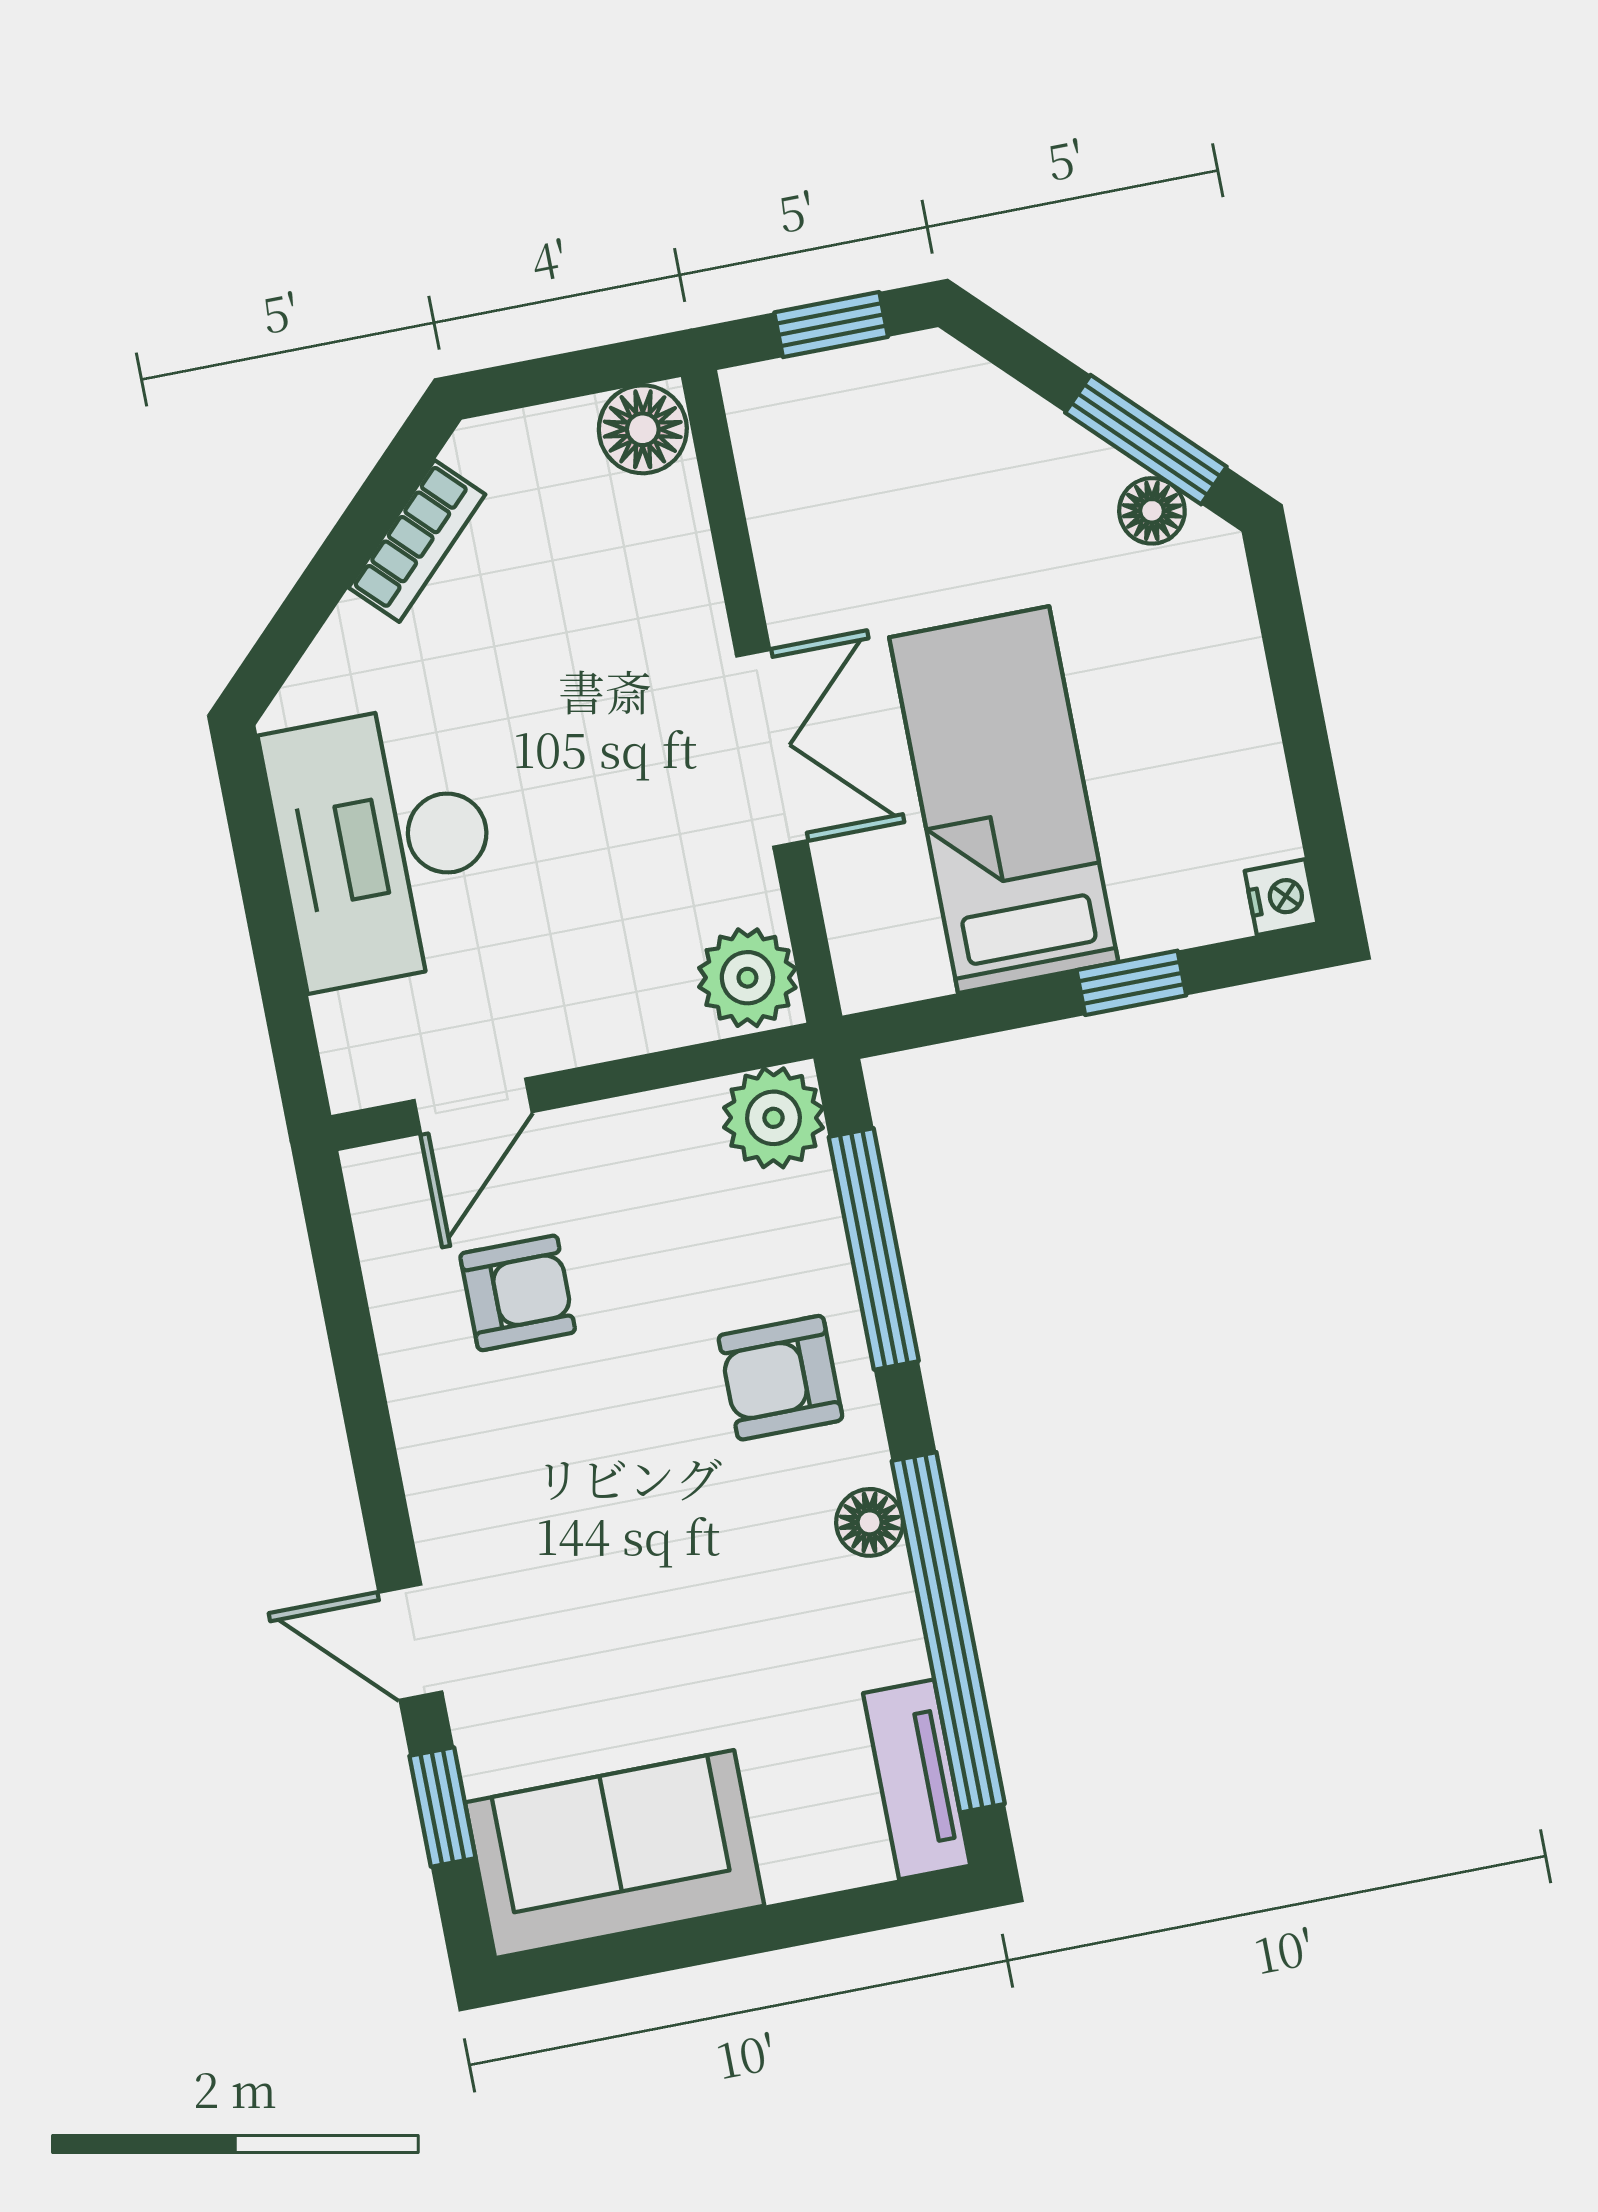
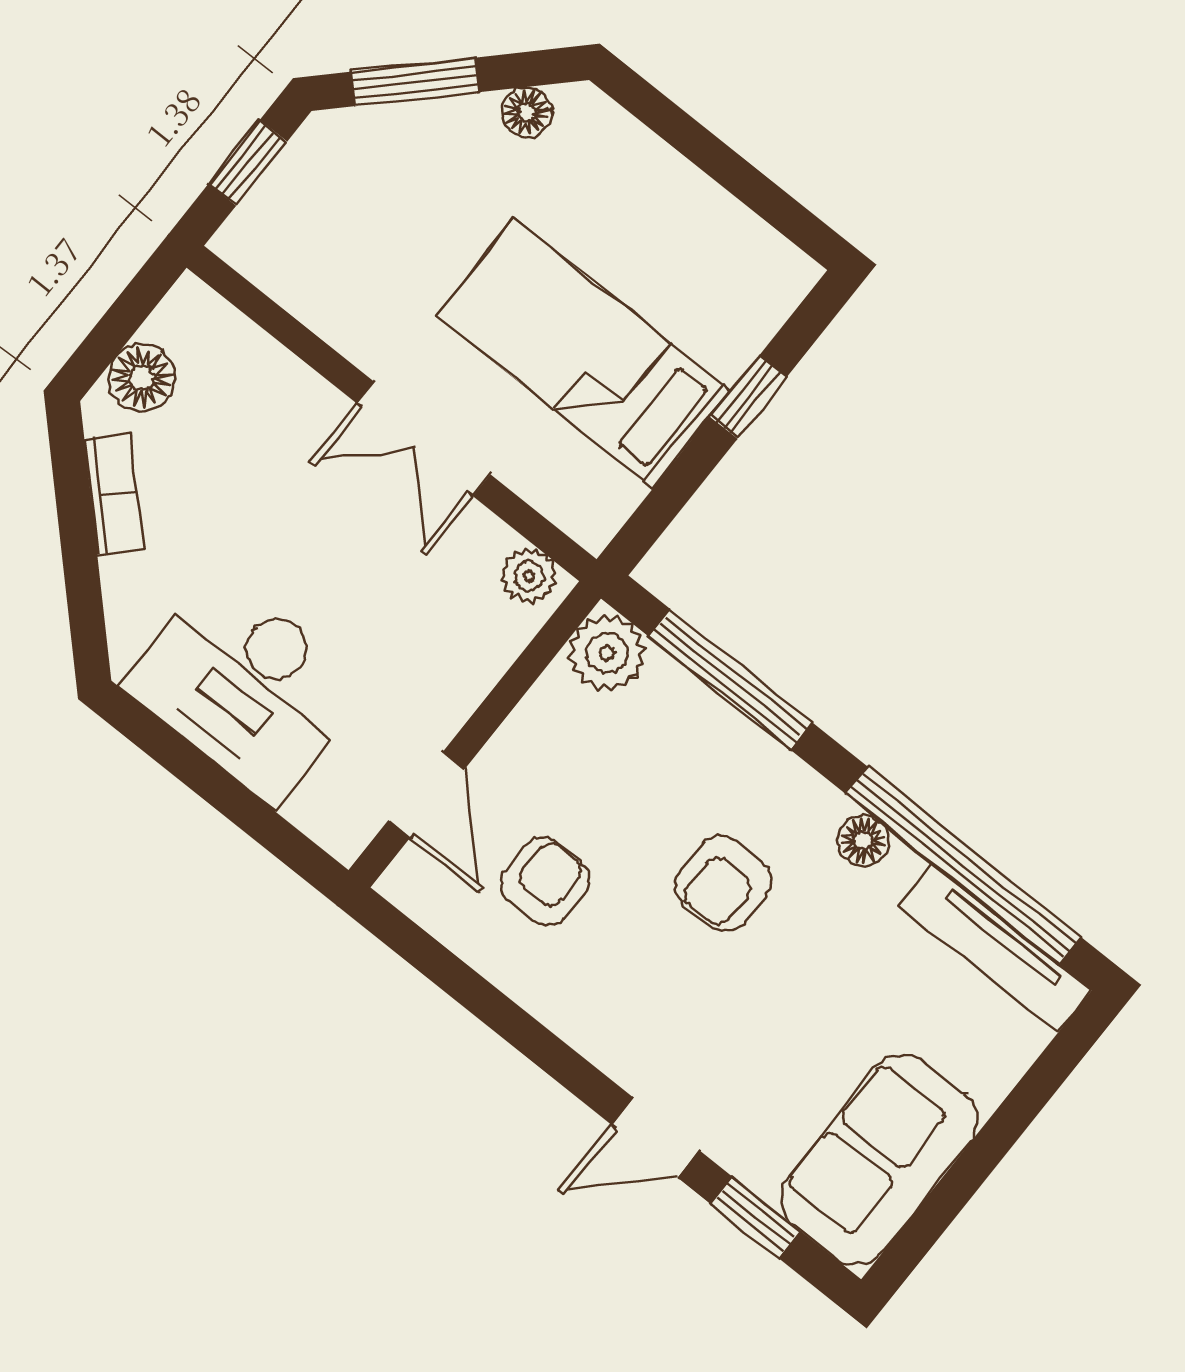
floor lamp: (643, 429) -> (142, 377), moved
window: (1146, 440) -> (415, 82), moved
double door: (772, 748) -> (423, 439), swing flipped
nightstand: (1281, 897) -> (793, 273), removed
plant: (747, 978) -> (529, 576), width x0.73, depth x0.73
armchair: (780, 1378) -> (723, 883), moved
tv unit: (917, 1779) -> (995, 948), width x1.41

